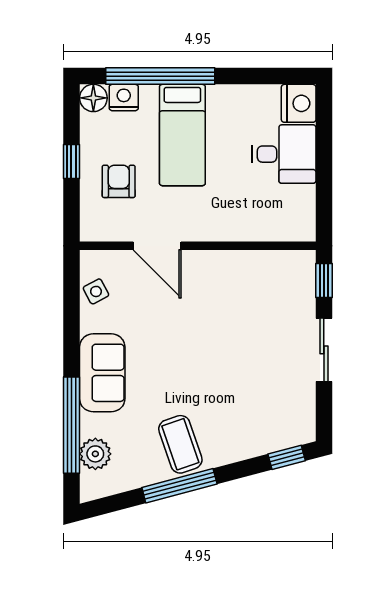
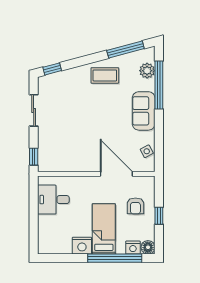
nightstand: (299, 103) -> (82, 246), moved, turned -90
desk: (284, 154) -> (53, 200), moved
door: (157, 246) -> (116, 174), width x1.36
sliding door: (324, 350) -> (34, 110), moved
coffee table: (180, 444) -> (105, 75), turned -71
window: (179, 486) -> (125, 50), moved

